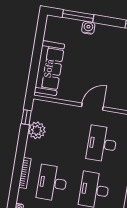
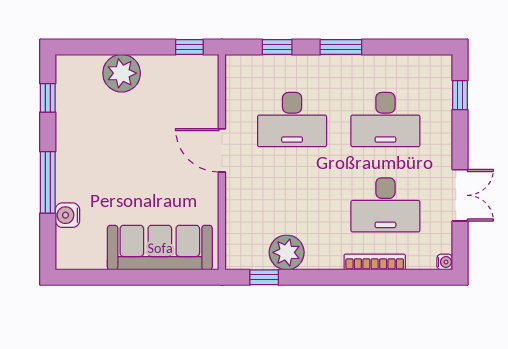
window: (78, 16) -> (48, 182), moved
water cooler: (88, 28) -> (67, 215), moved

